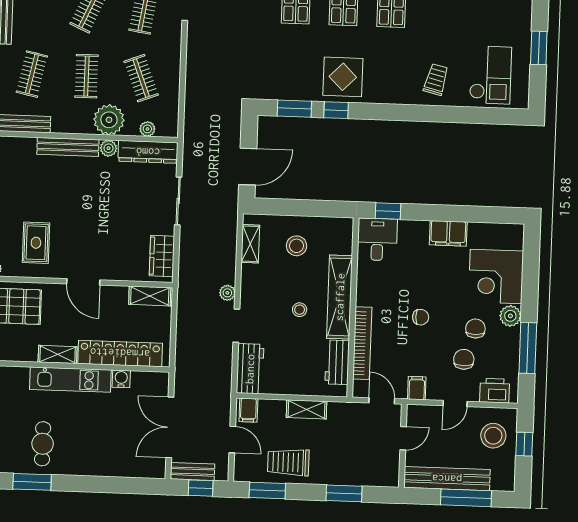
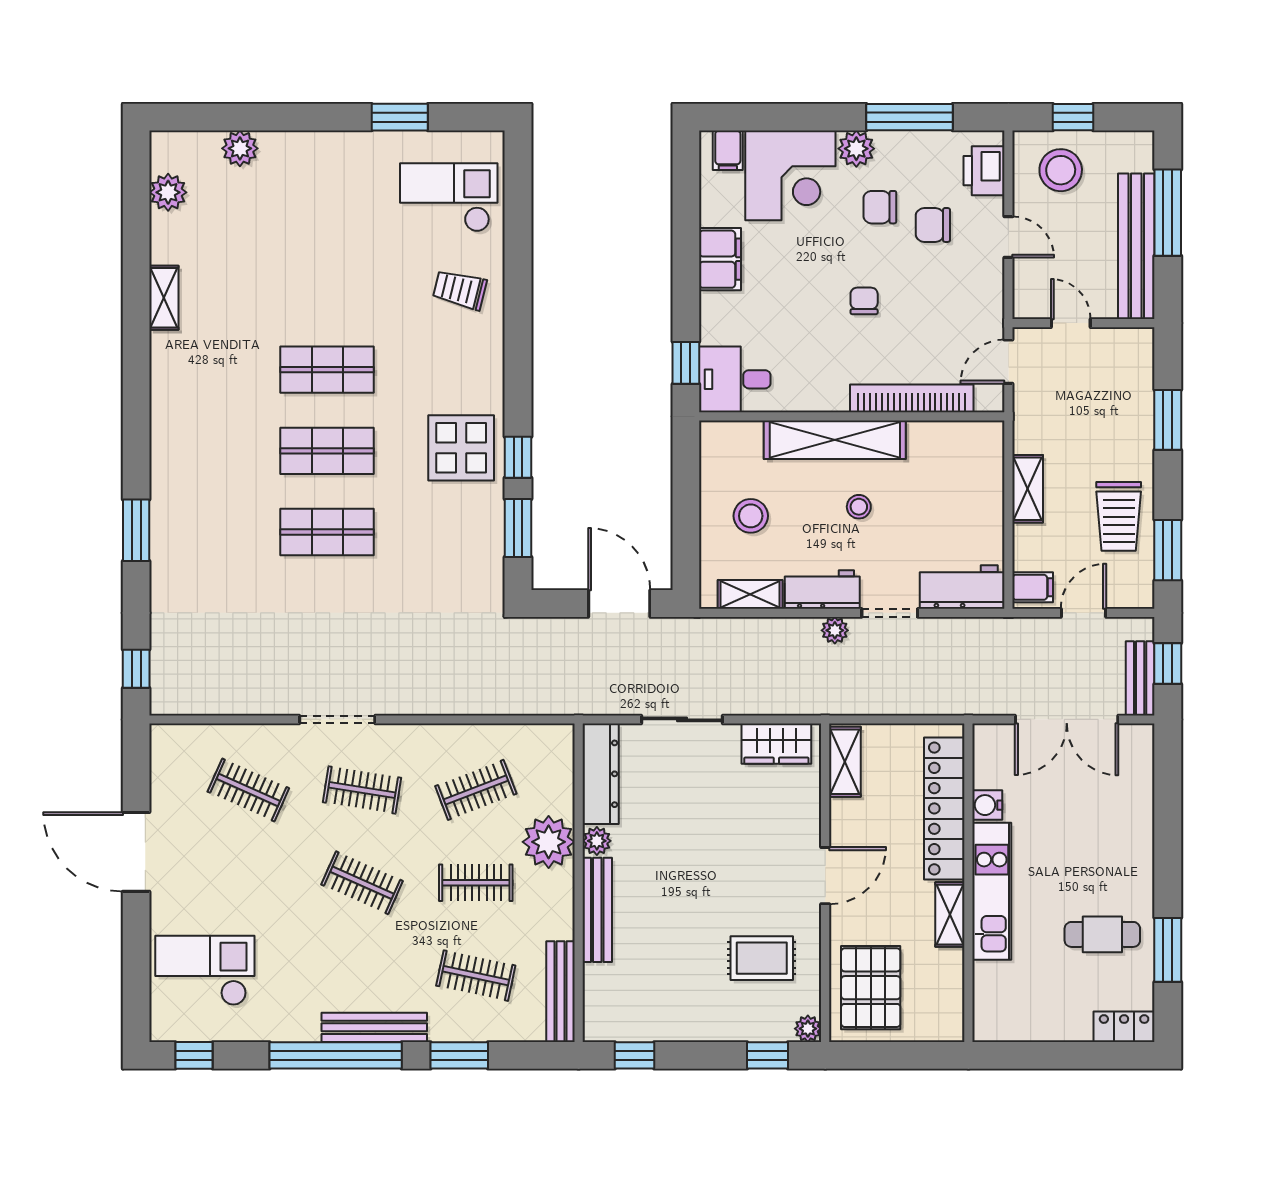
plant: (147, 129) -> (562, 776), removed
workbench: (337, 362) -> (822, 590), moved, turned 180
filing cabinet: (417, 388) -> (728, 150), moved, turned -90

